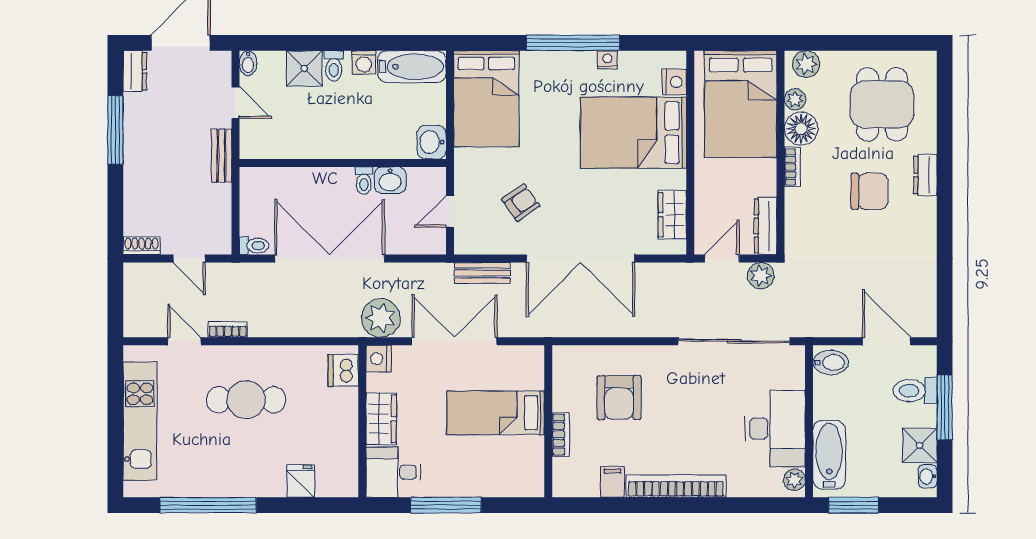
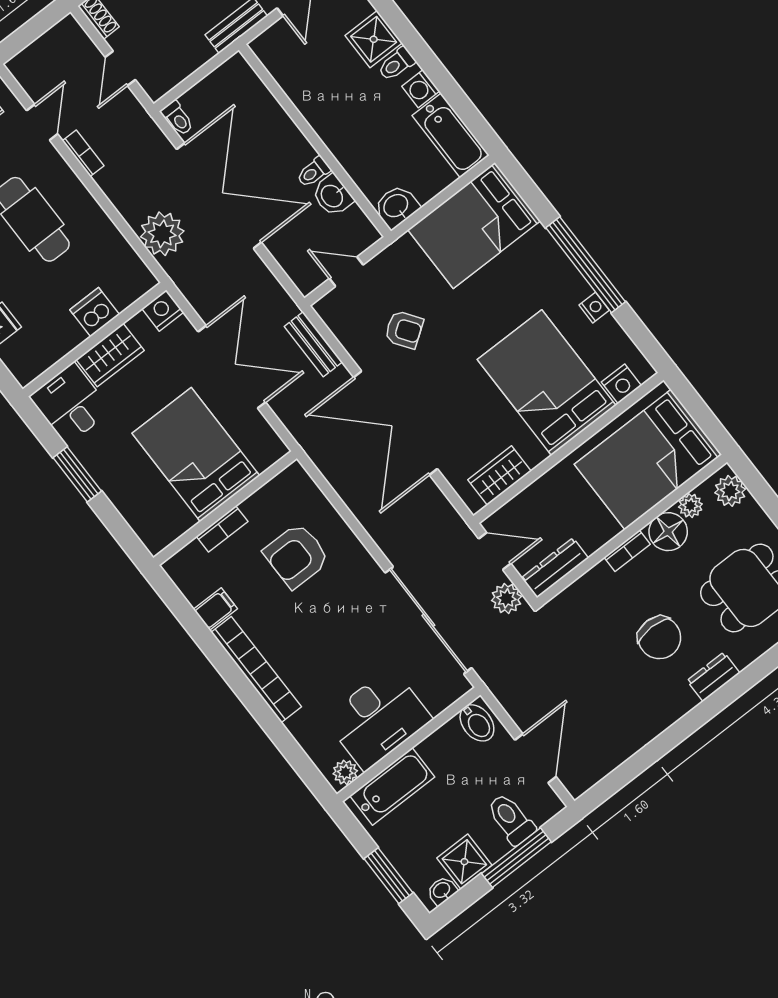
plant: (381, 318) -> (162, 234), moved
dishwasher: (343, 370) -> (95, 312), moved
bed: (496, 413) -> (196, 455), width x1.50
window: (446, 505) -> (77, 474), width x0.69
window: (854, 505) -> (389, 876), moved

